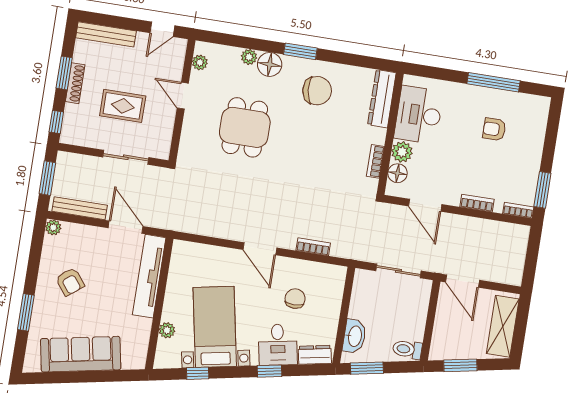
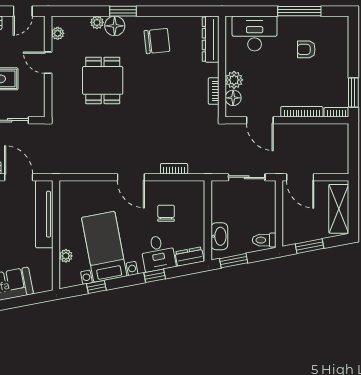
window: (300, 51) -> (123, 11), moved
desk: (419, 115) -> (255, 34), moved, turned 90
bookcase: (477, 203) -> (302, 112), width x1.56

